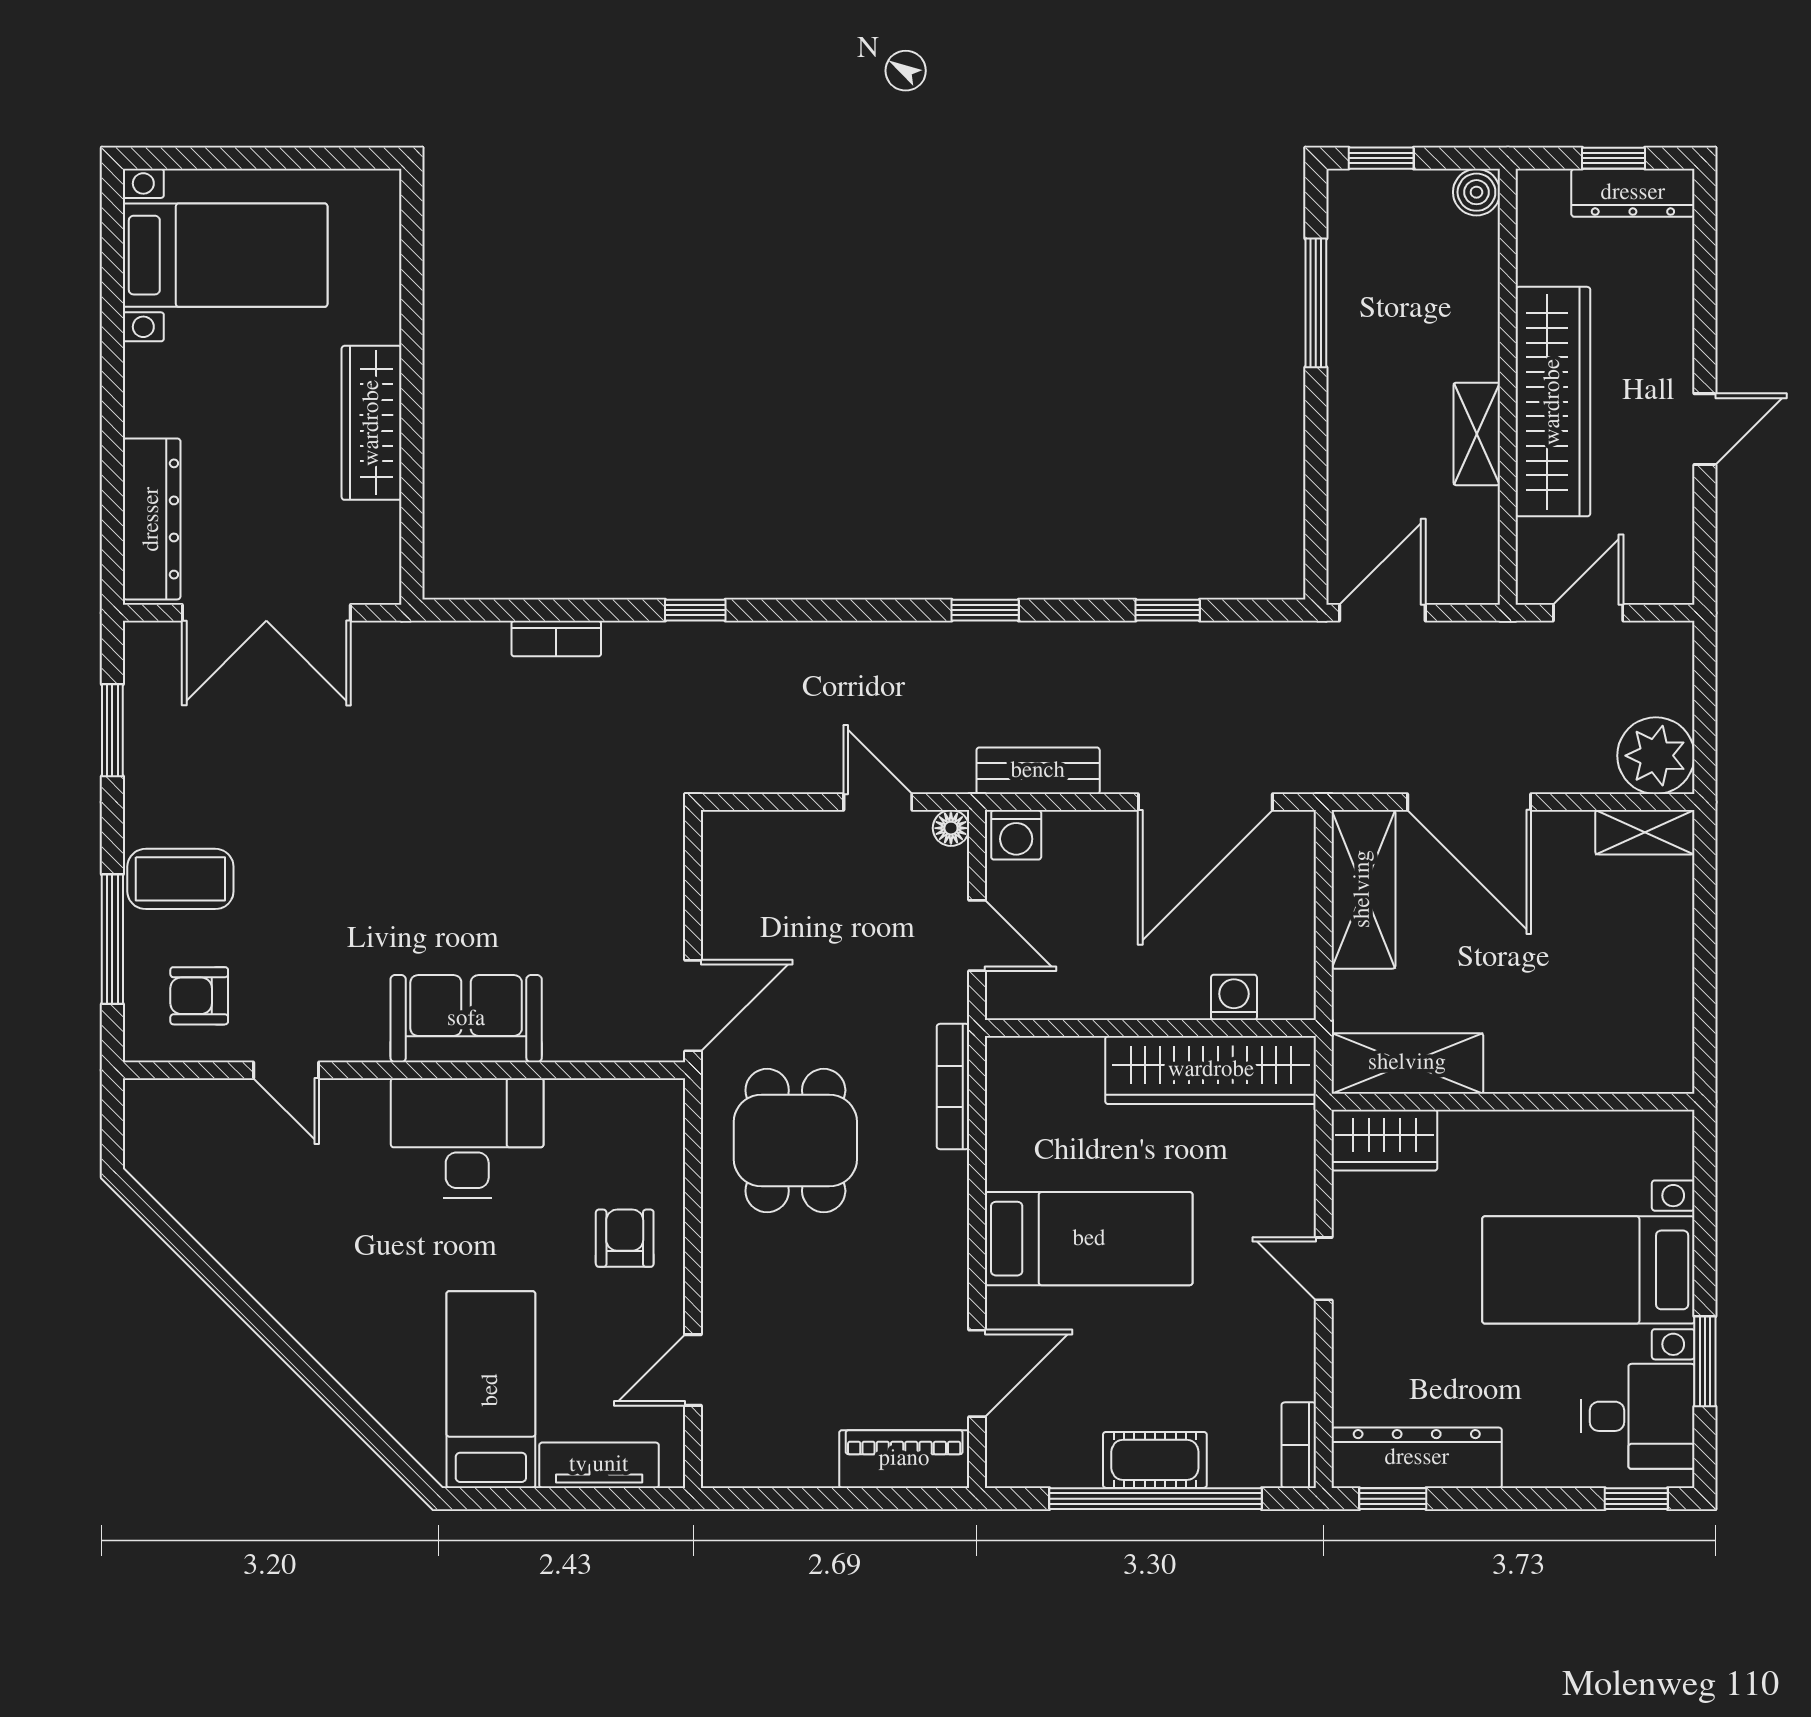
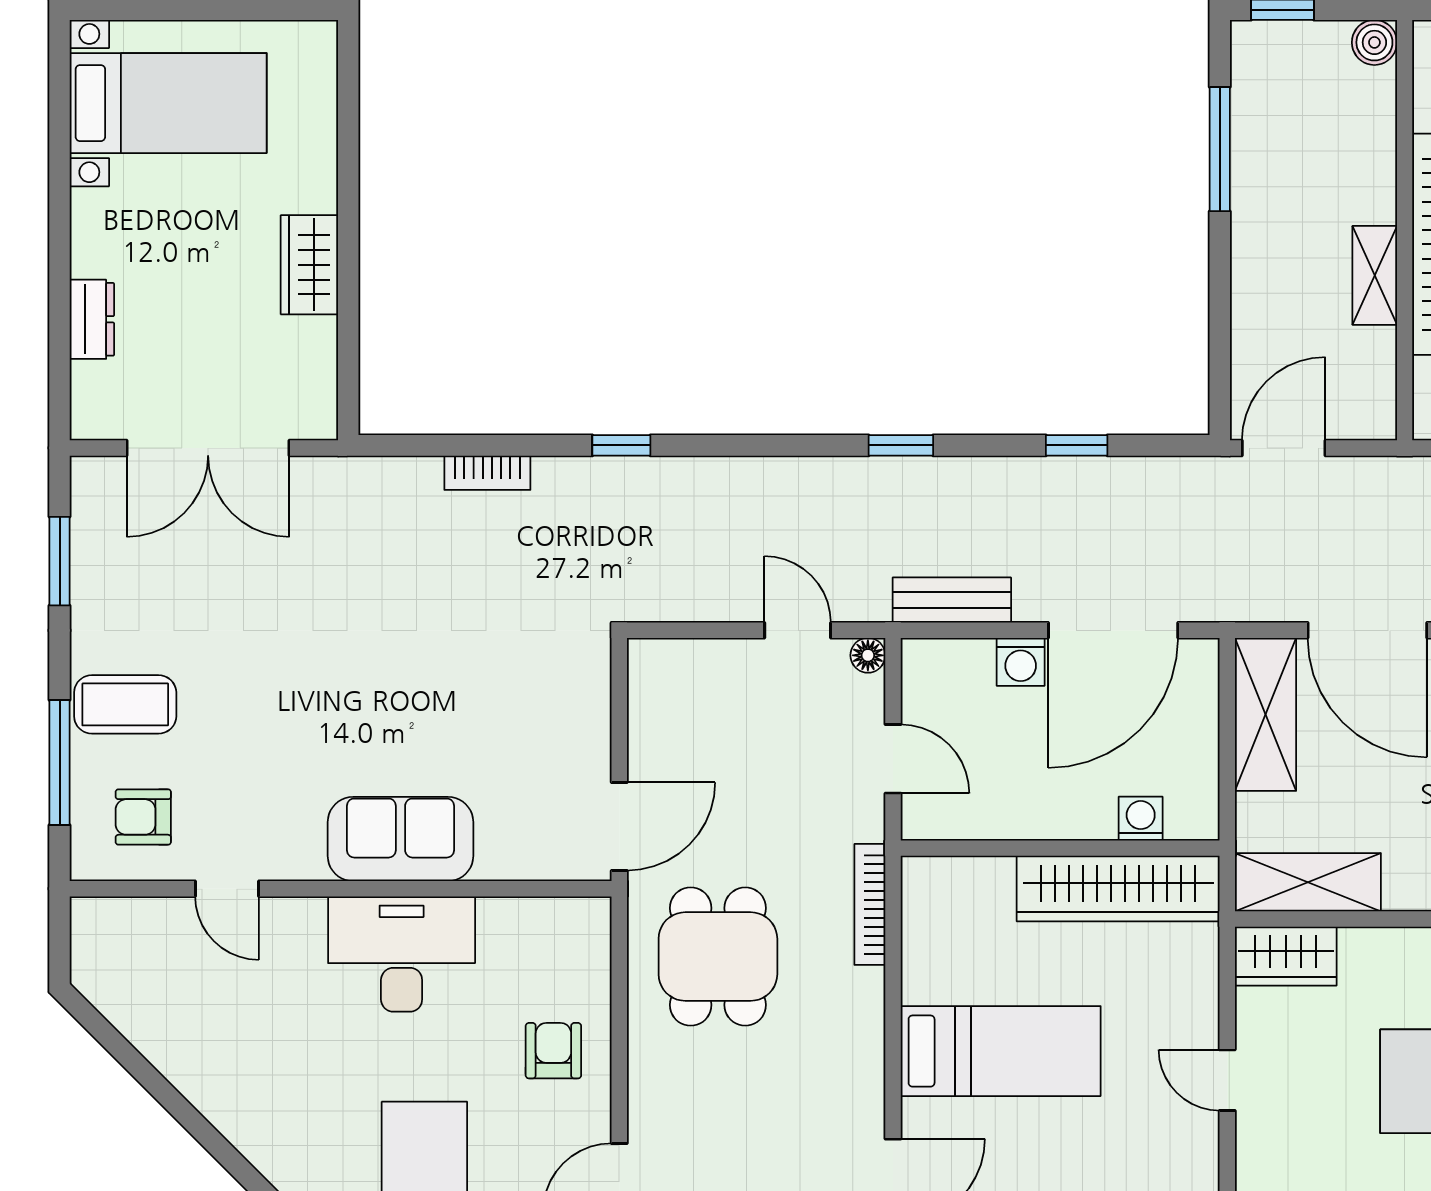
wardrobe: (372, 423) -> (309, 265), width x0.67
dresser: (152, 519) -> (92, 319), width x0.51, depth x0.80
washing machine: (1016, 835) -> (1021, 662), moved

